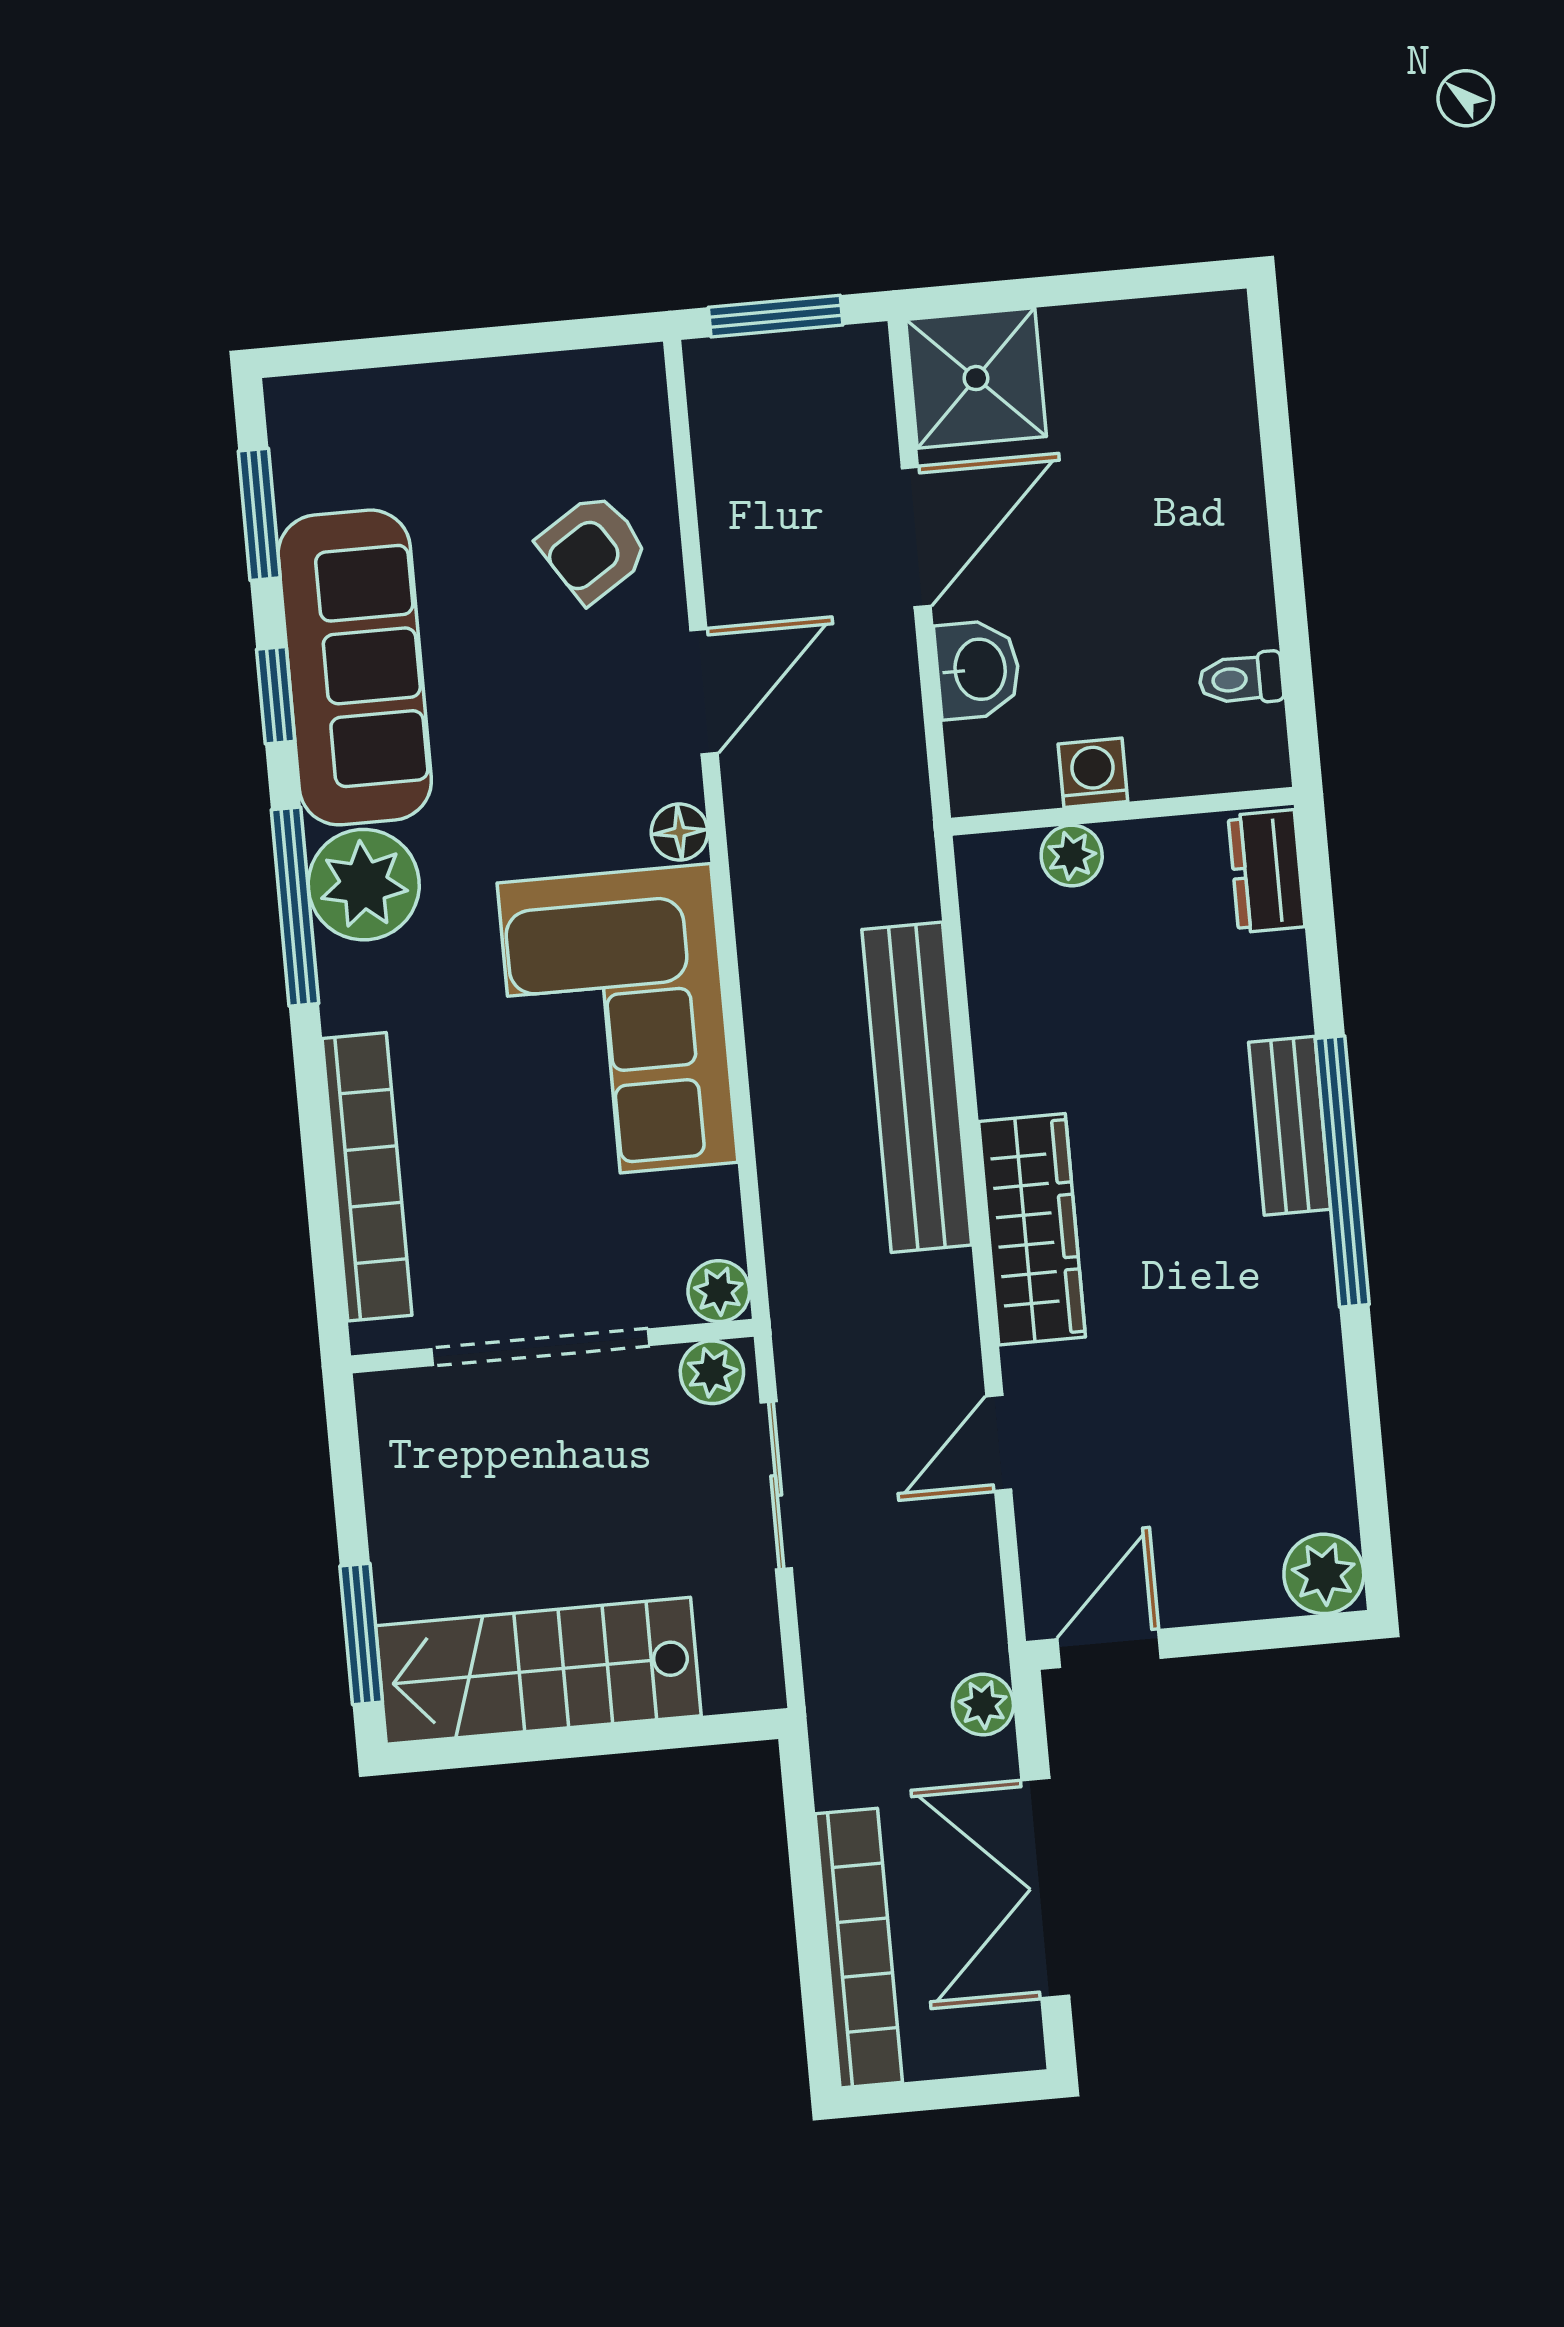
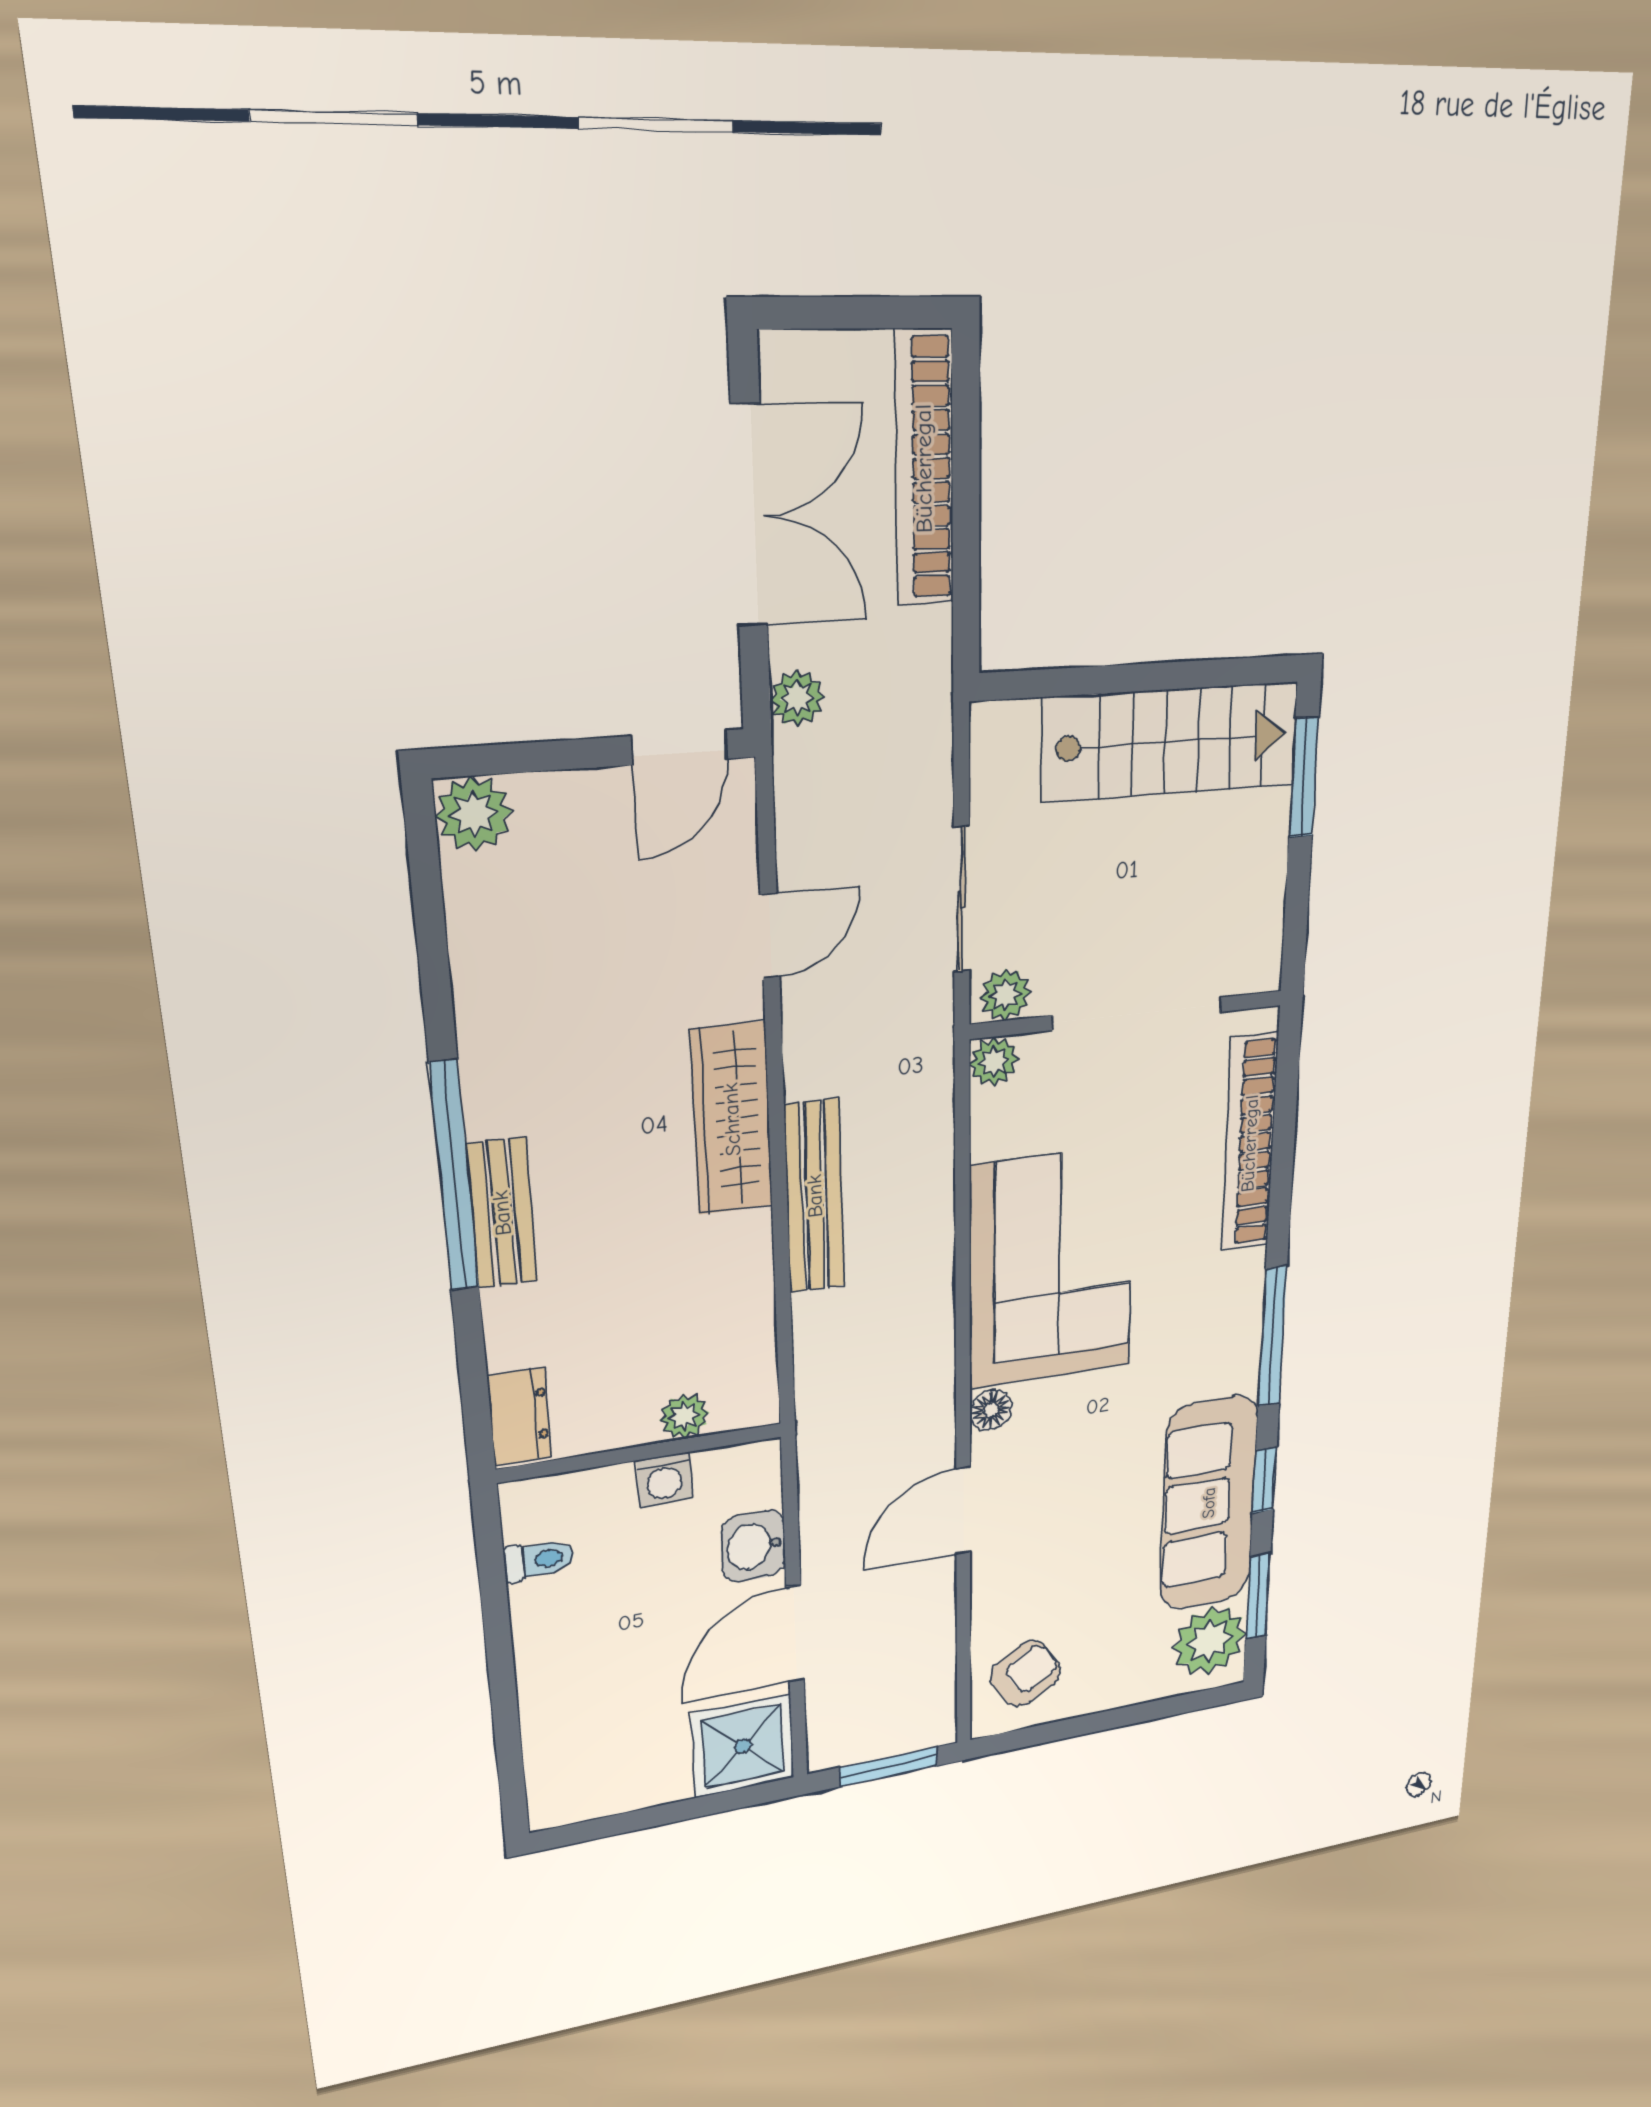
armchair: (593, 548) -> (1026, 1674), moved
plant: (364, 885) -> (1210, 1641), moved
bench: (917, 1087) -> (815, 1196), width x0.73, depth x0.82

